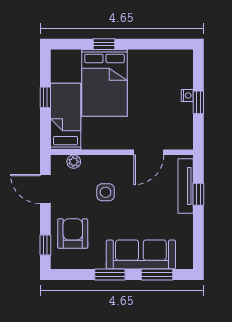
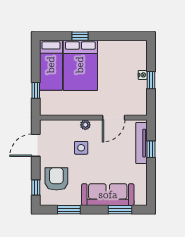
window: (45, 97) -> (36, 90), moved
bed: (66, 116) -> (51, 65), moved, turned 180
plant: (74, 162) -> (85, 125), moved
door: (45, 189) -> (36, 145), hinge flipped
window: (110, 274) -> (69, 210), moved

